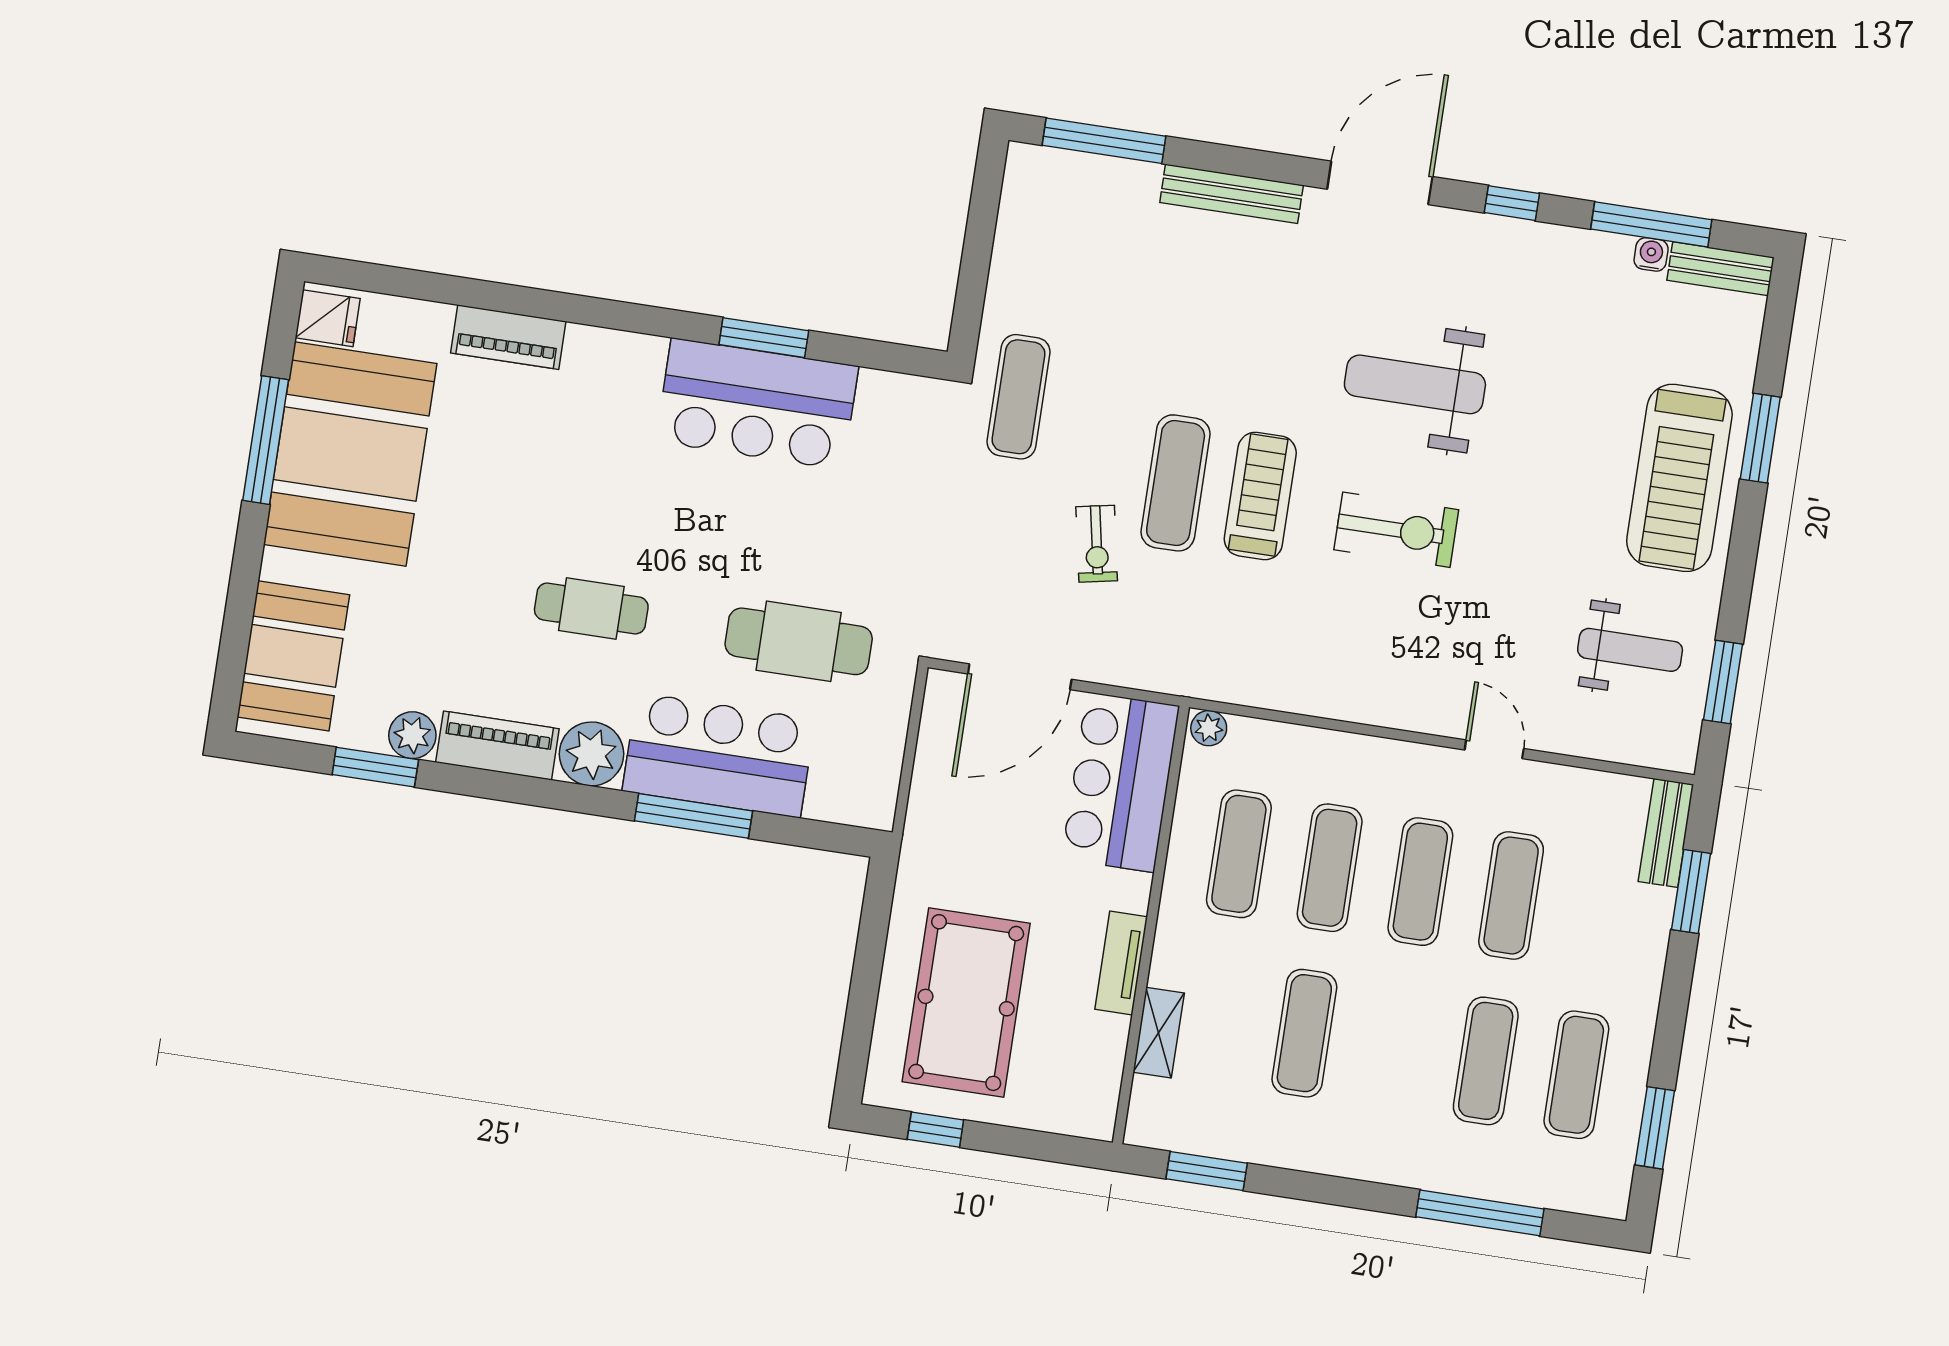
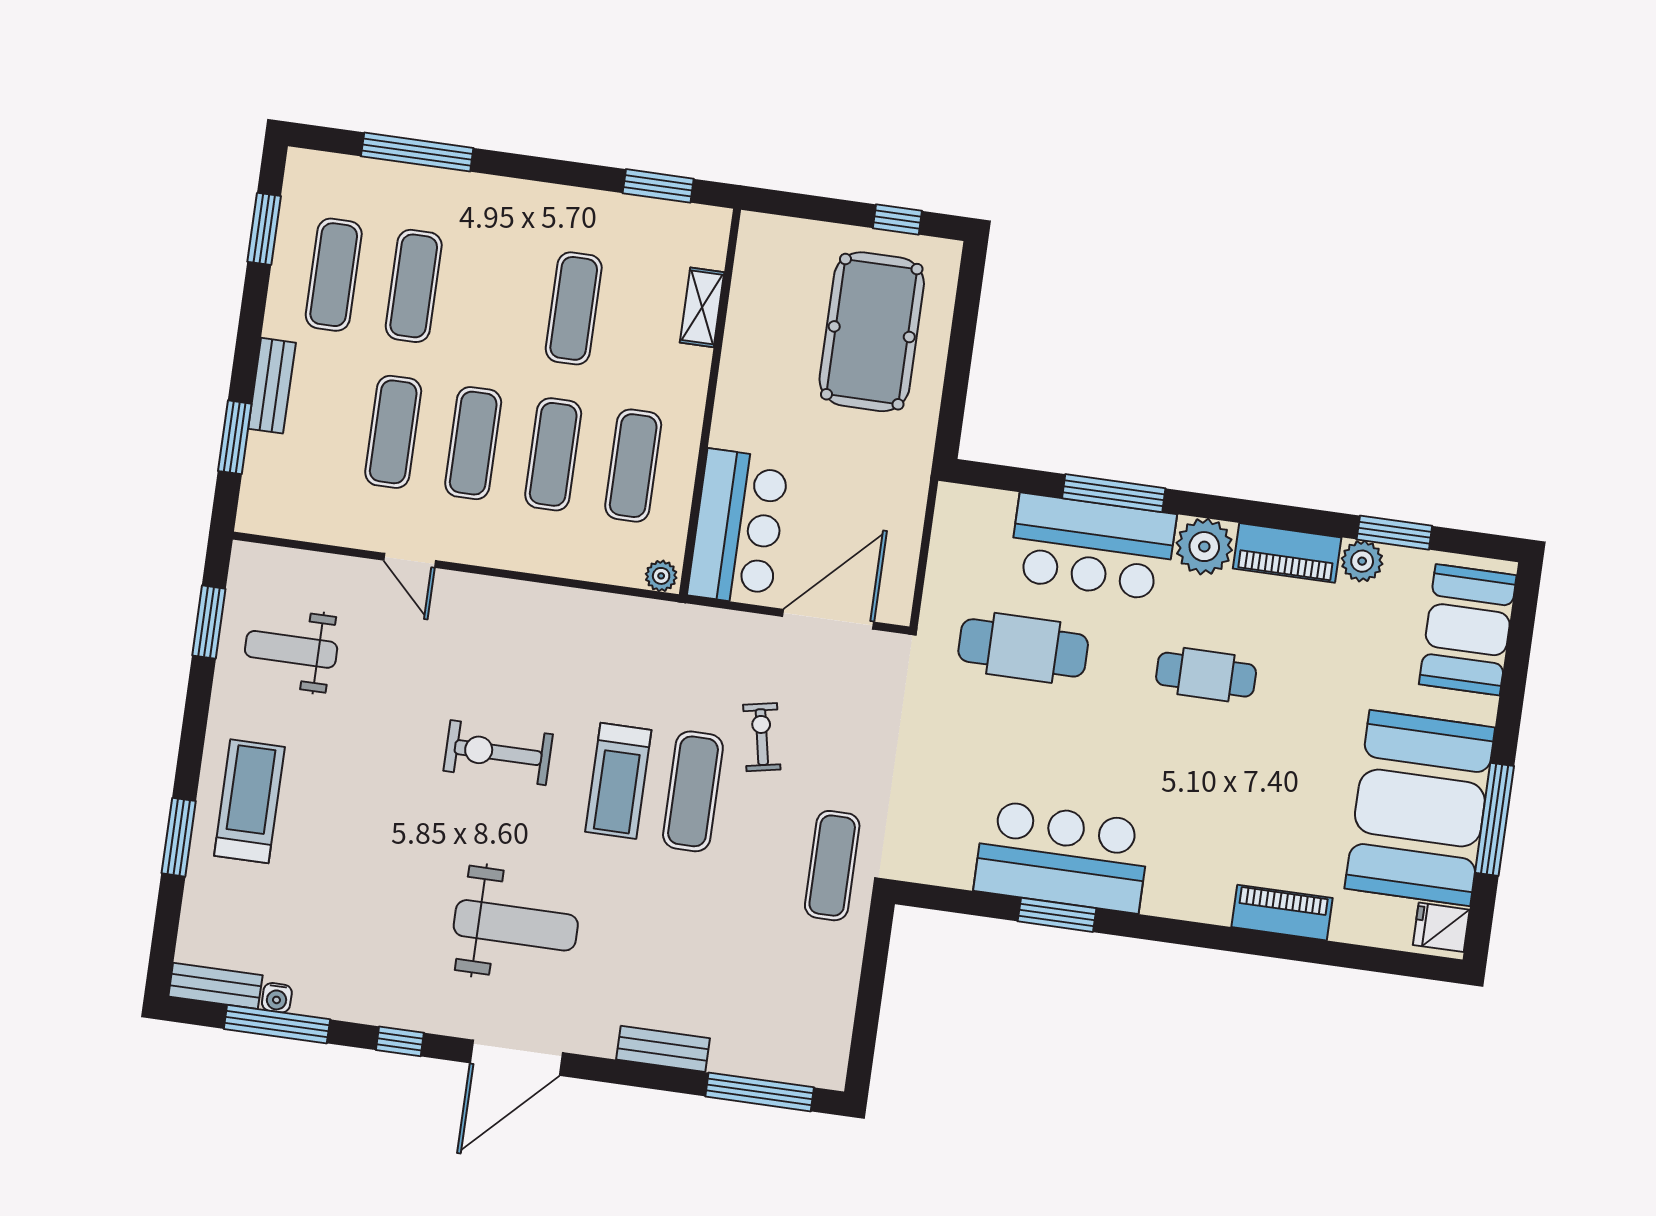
bench: (1232, 194) -> (663, 1049), width x0.73
weight bench: (1415, 384) -> (516, 925), moved
treadmill: (1679, 478) -> (249, 801), width x0.73, depth x0.73
bench: (1666, 833) -> (272, 386), moved
tv unit: (1121, 963) -> (736, 368), removed

